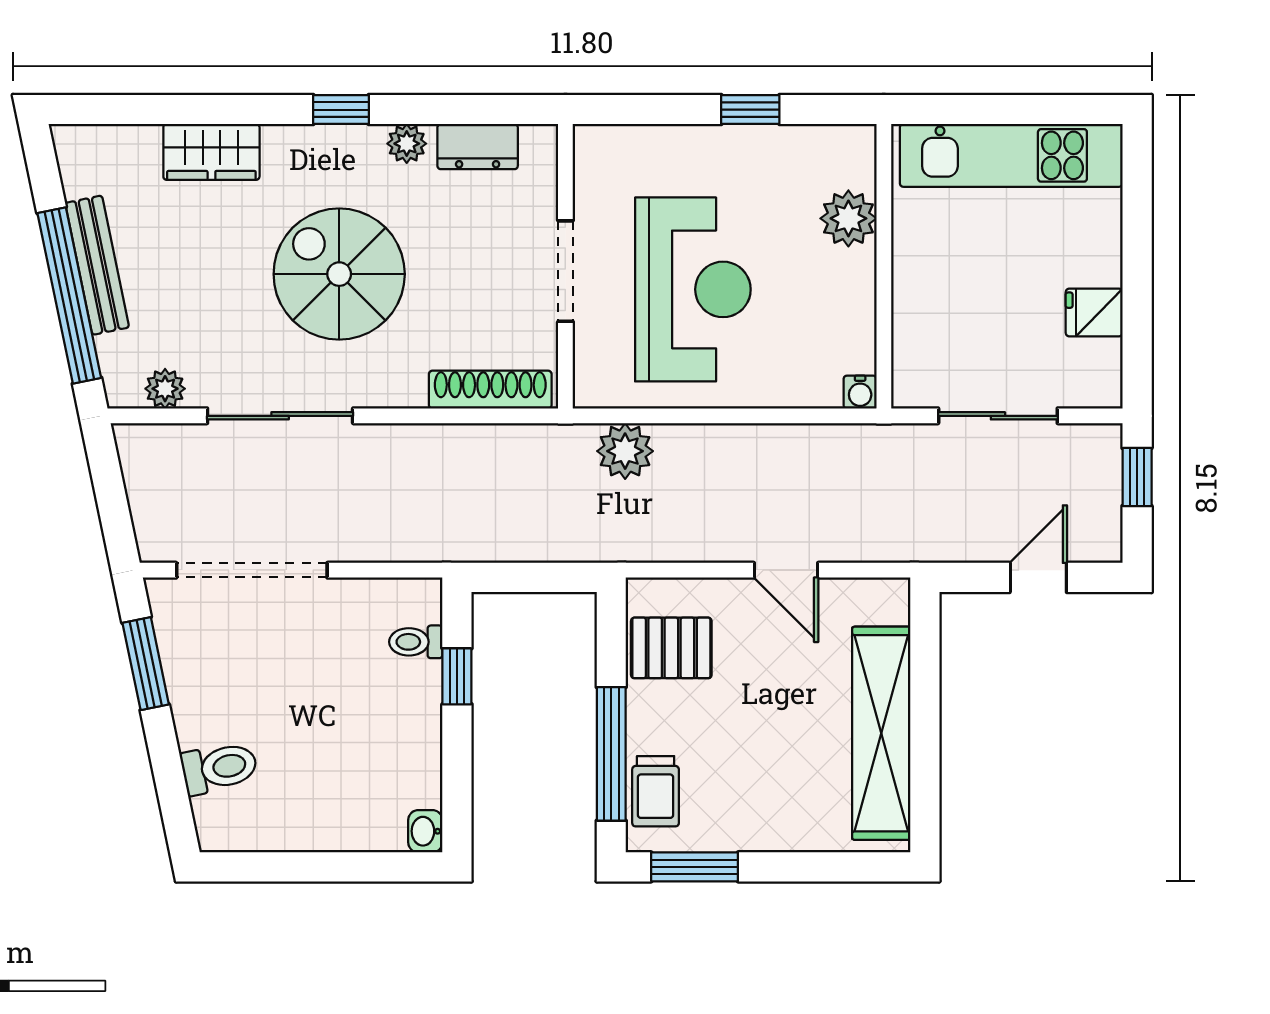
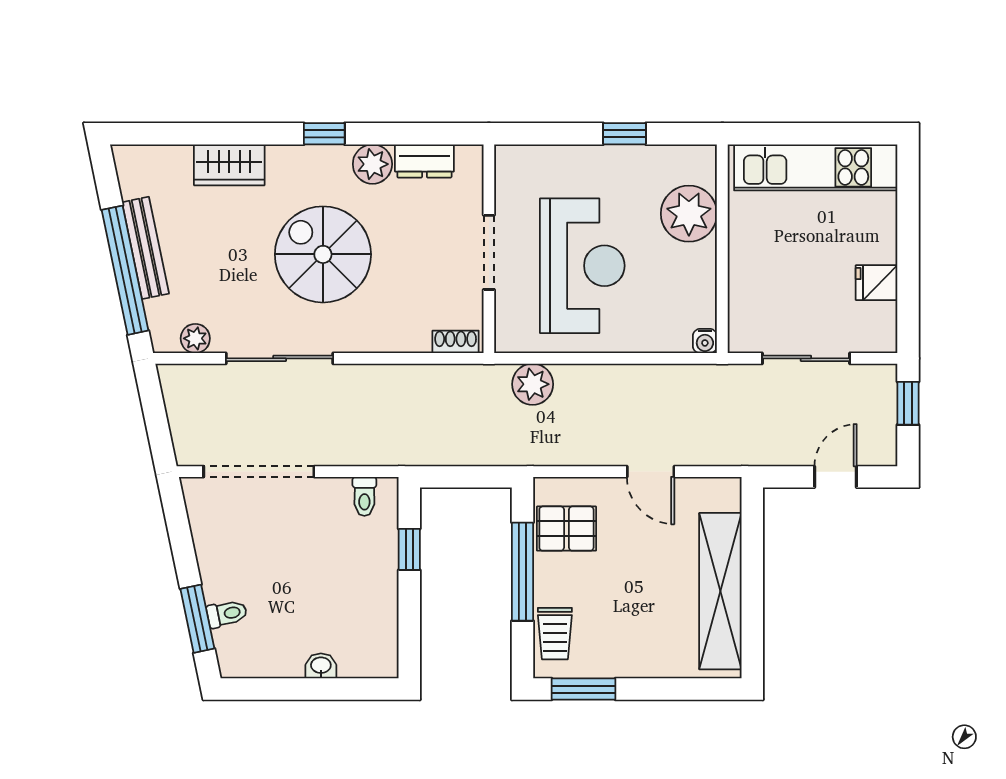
plant: (407, 144) -> (372, 164), width x1.38, depth x1.38
plant: (848, 218) -> (689, 214), width x1.36, depth x1.36
shoe rack: (490, 390) -> (456, 342), width x0.51, depth x0.81
toilet: (416, 642) -> (364, 496), moved, turned -90
window: (146, 664) -> (197, 619), moved
window: (611, 754) -> (522, 572), moved
toilet: (219, 768) -> (227, 614), width x0.73, depth x0.72
washbasin: (425, 831) -> (321, 666), moved, turned 90

